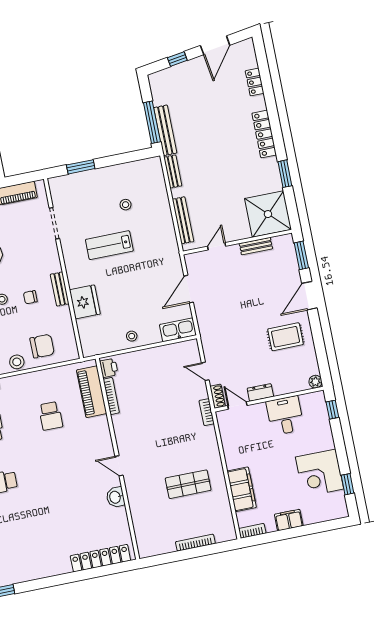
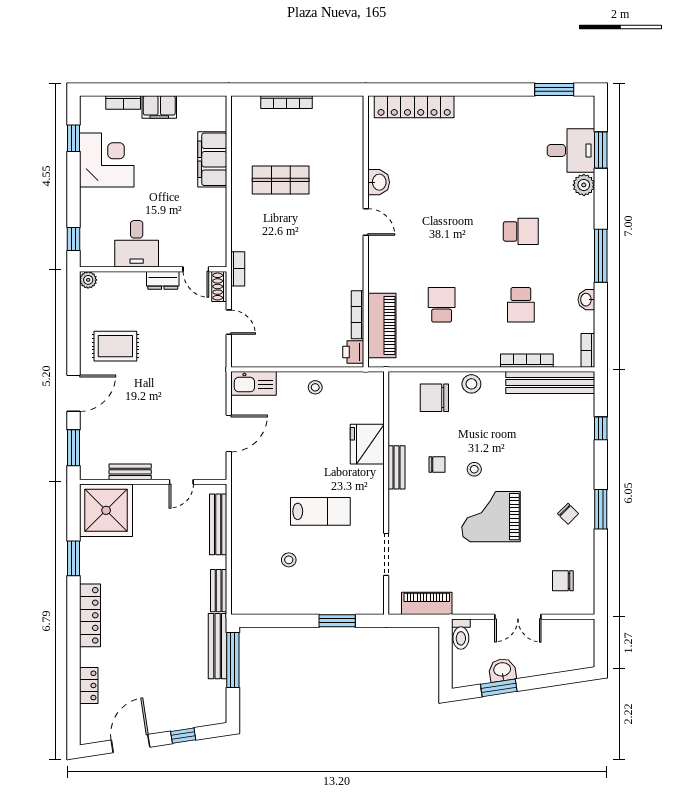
bookcase: (252, 531) -> (123, 102), moved

